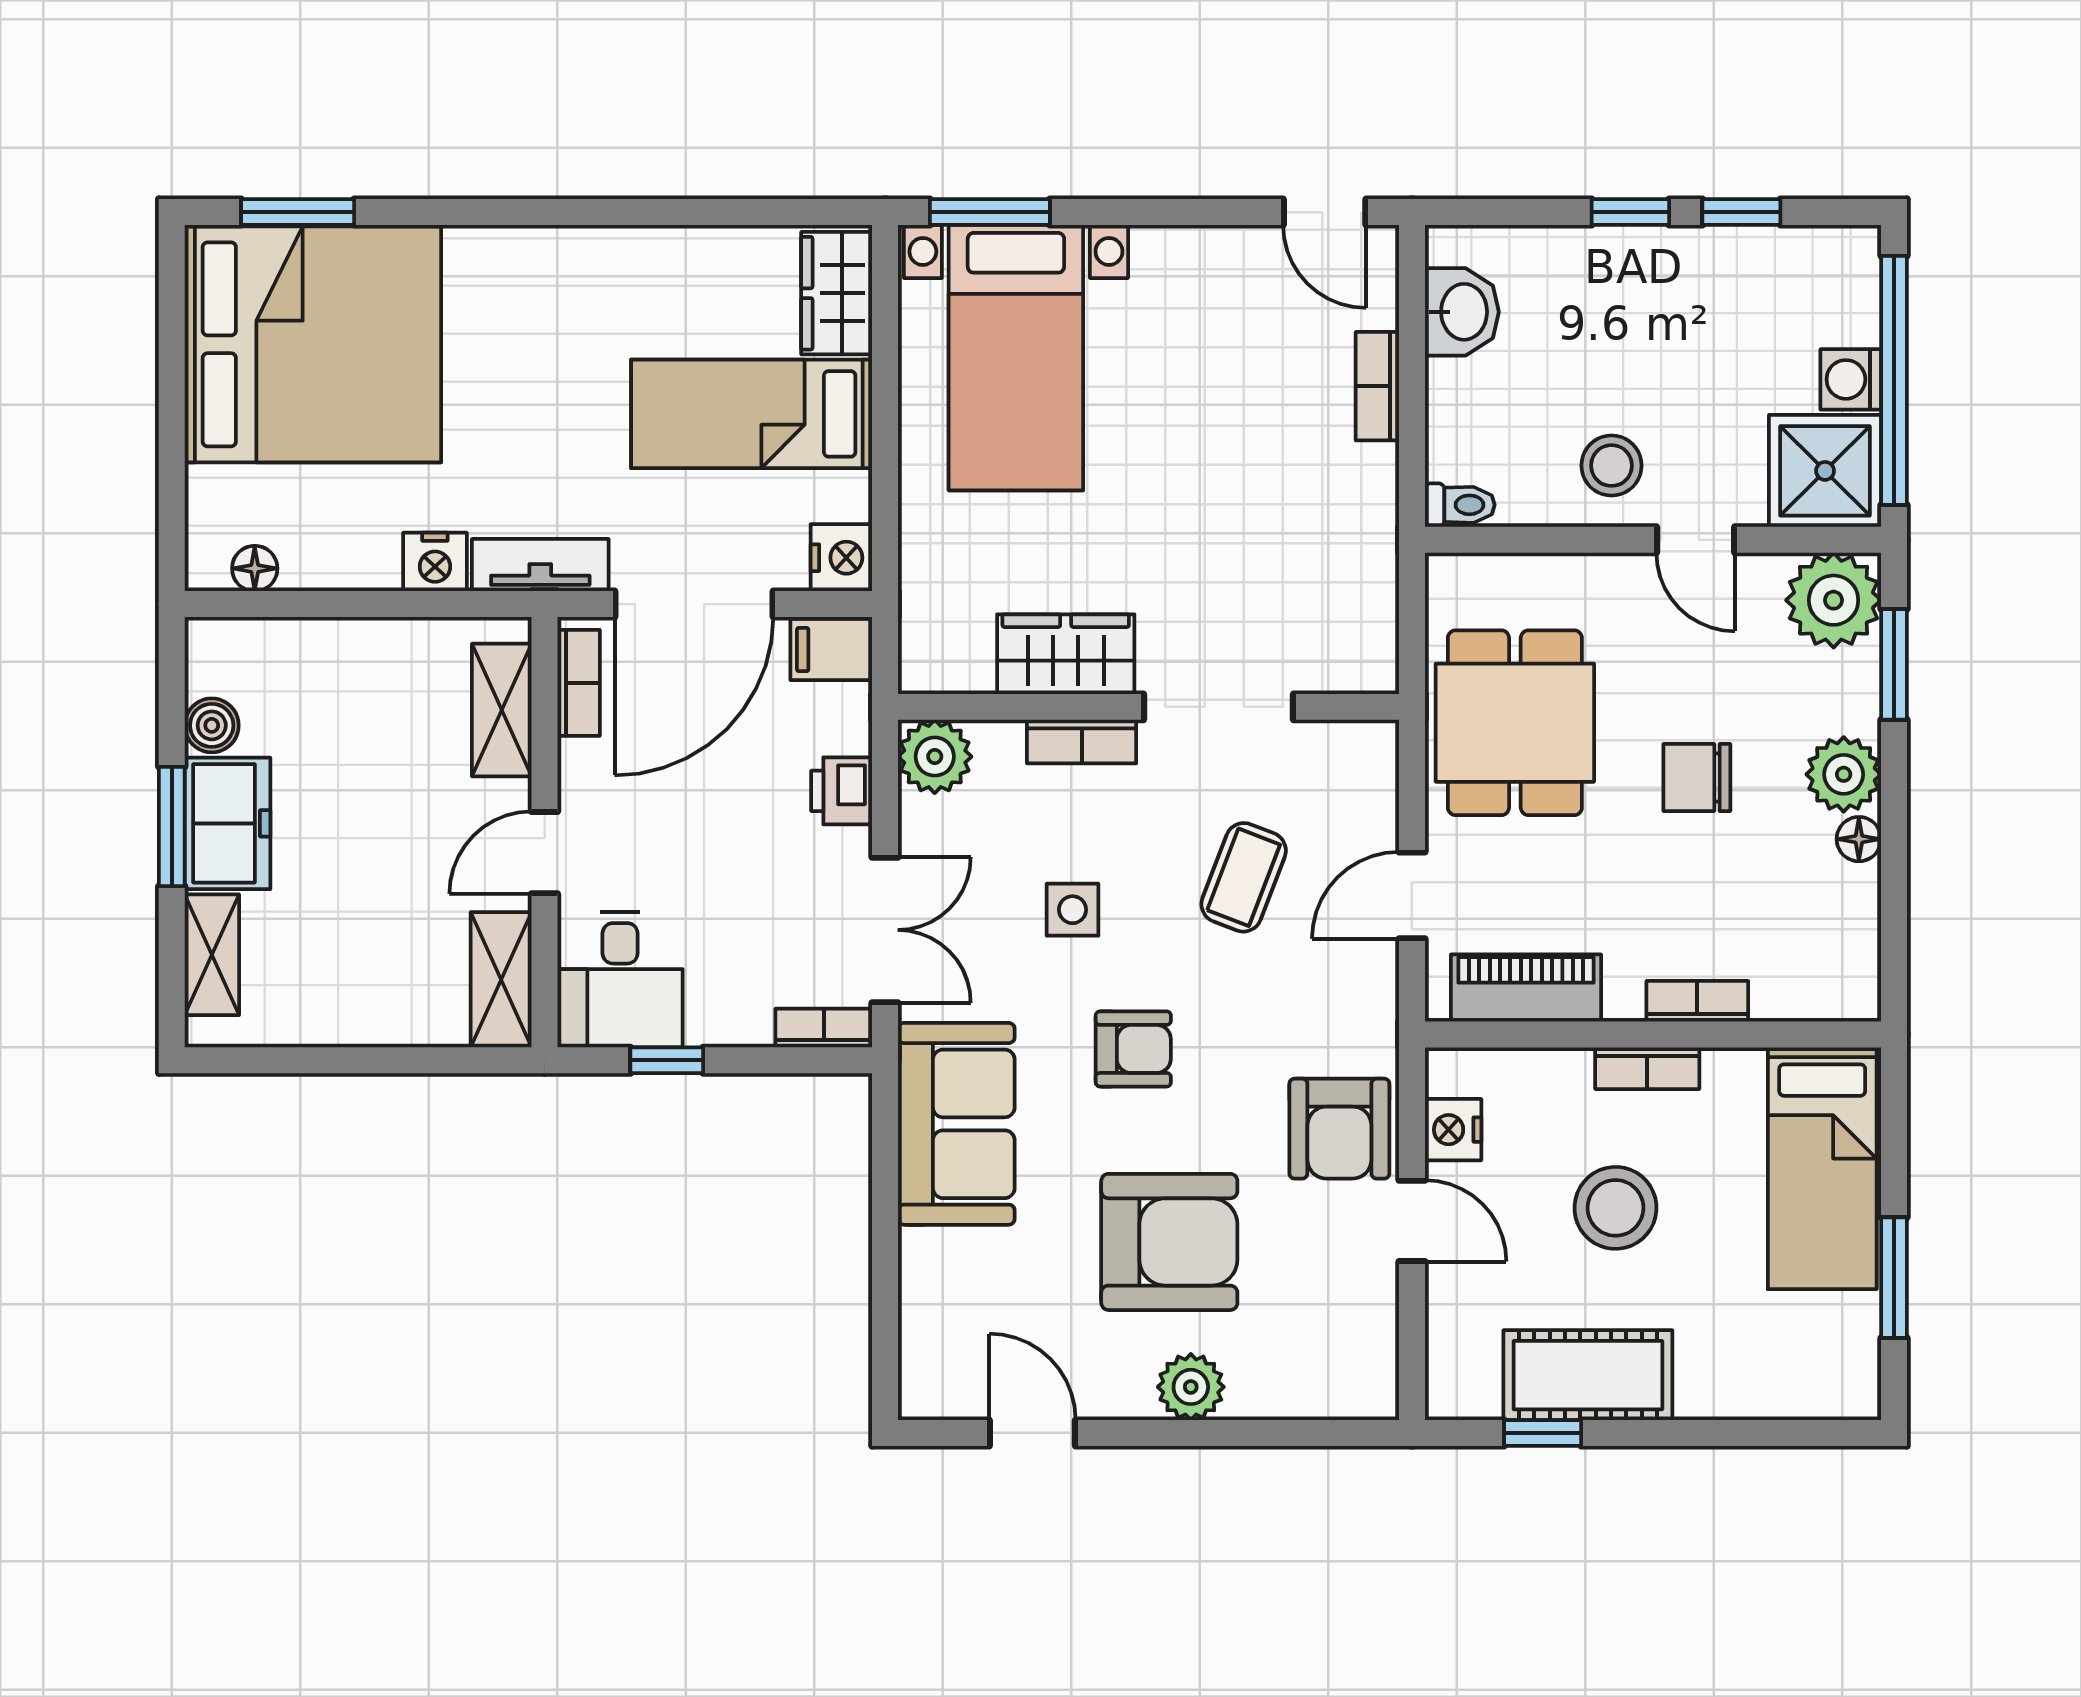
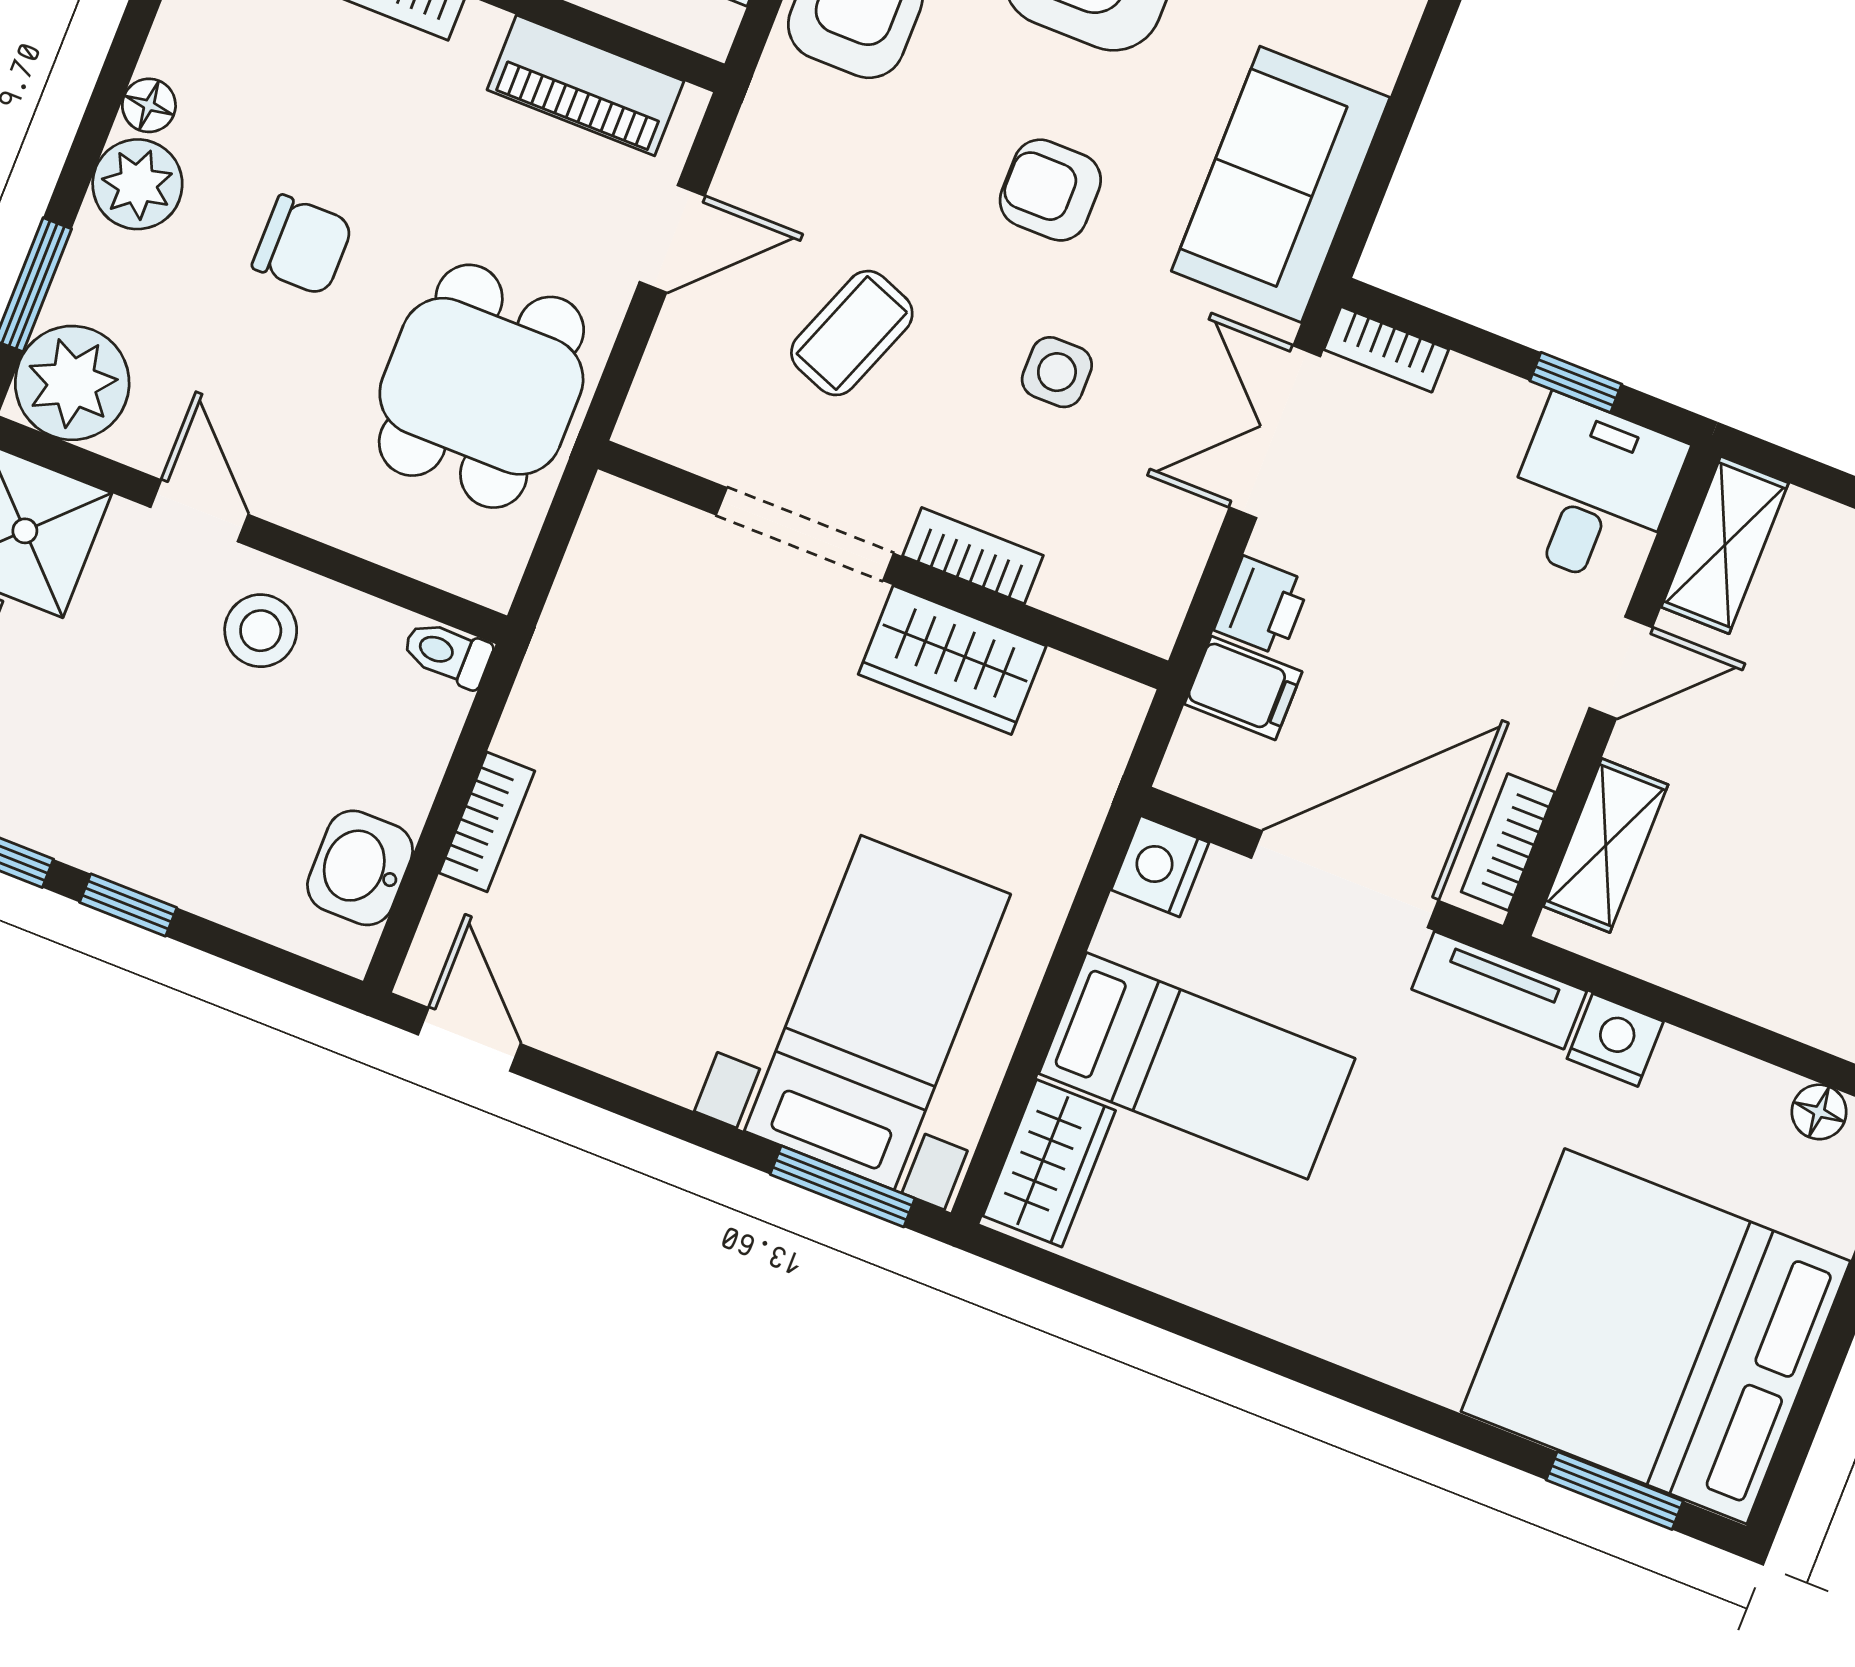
filing cabinet: (831, 650) -> (1243, 688), moved
plant: (935, 757) -> (1143, 603), removed

